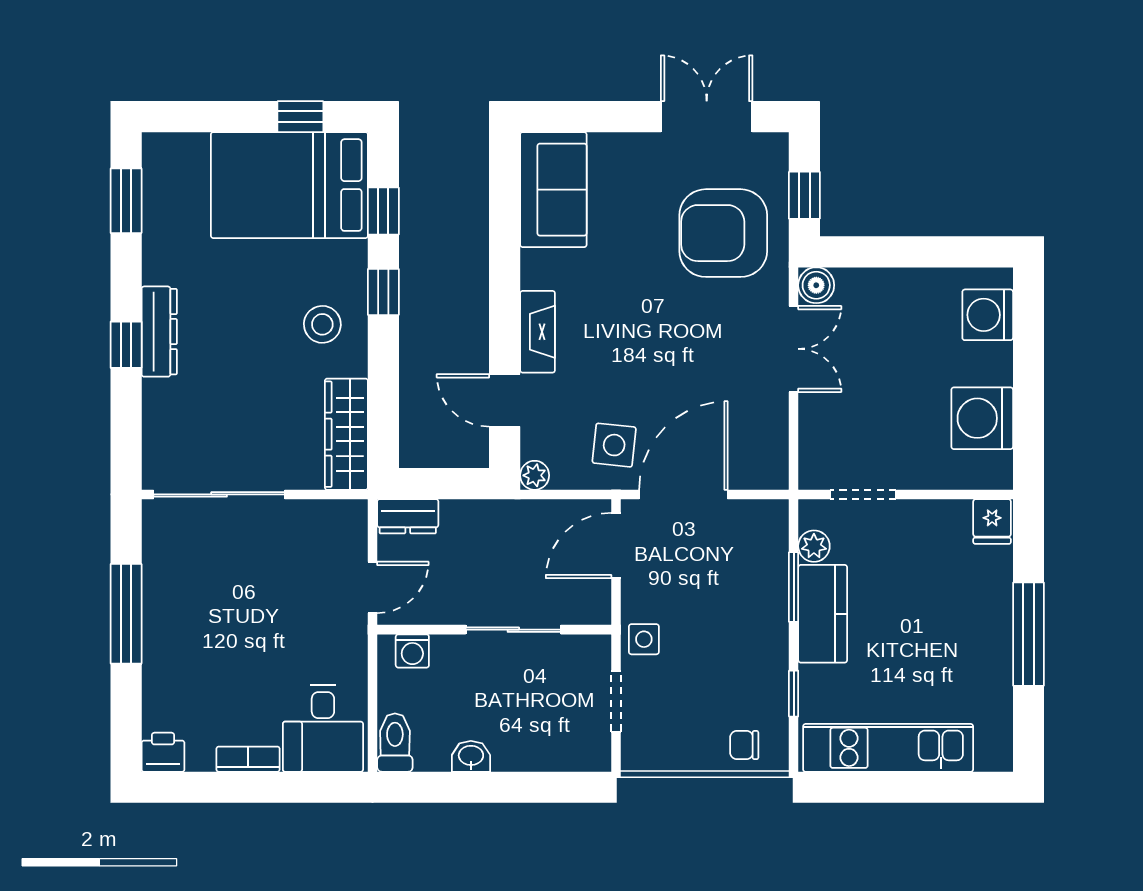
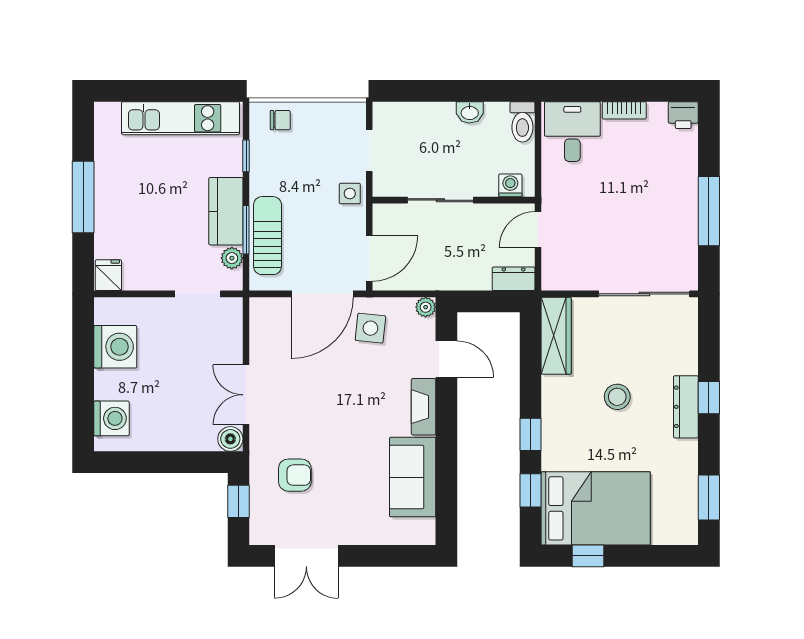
sofa: (553, 190) -> (413, 477), moved
armchair: (723, 233) -> (295, 475), width x0.53, depth x0.53
stool: (322, 324) -> (617, 397), moved
sun lounger: (763, 579) -> (268, 236), added

